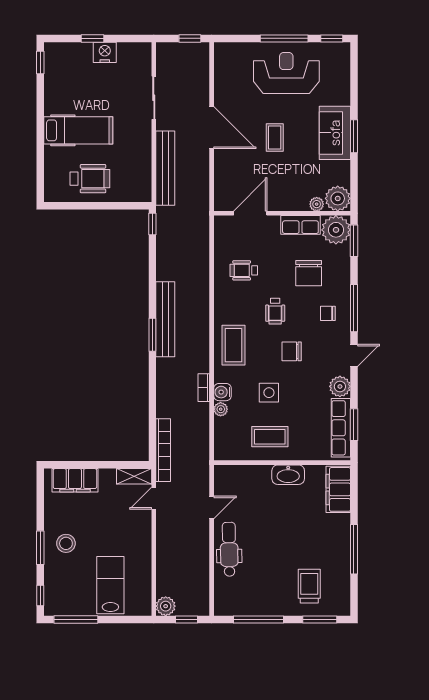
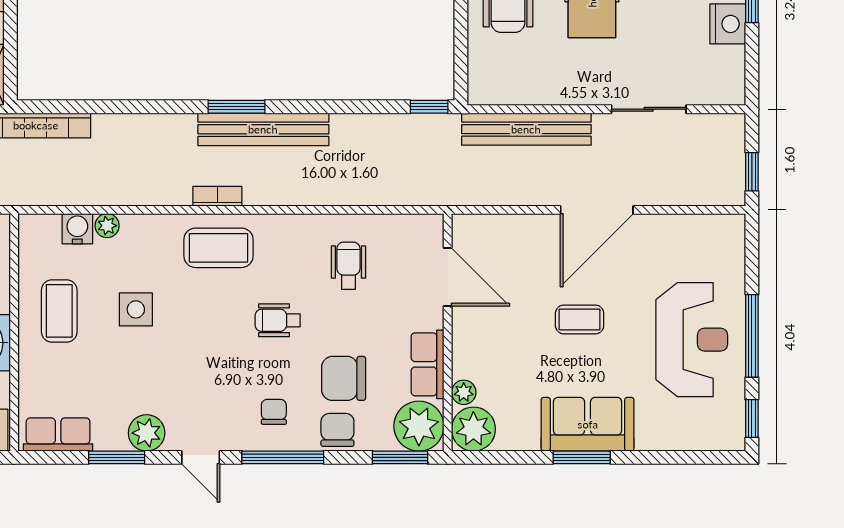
chair: (292, 351) -> (337, 430), moved
bookcase: (204, 388) -> (217, 196), moved
water cooler: (223, 392) -> (77, 229), moved
window: (354, 425) -> (117, 457), moved
row of seats: (341, 428) -> (58, 435), width x0.68

